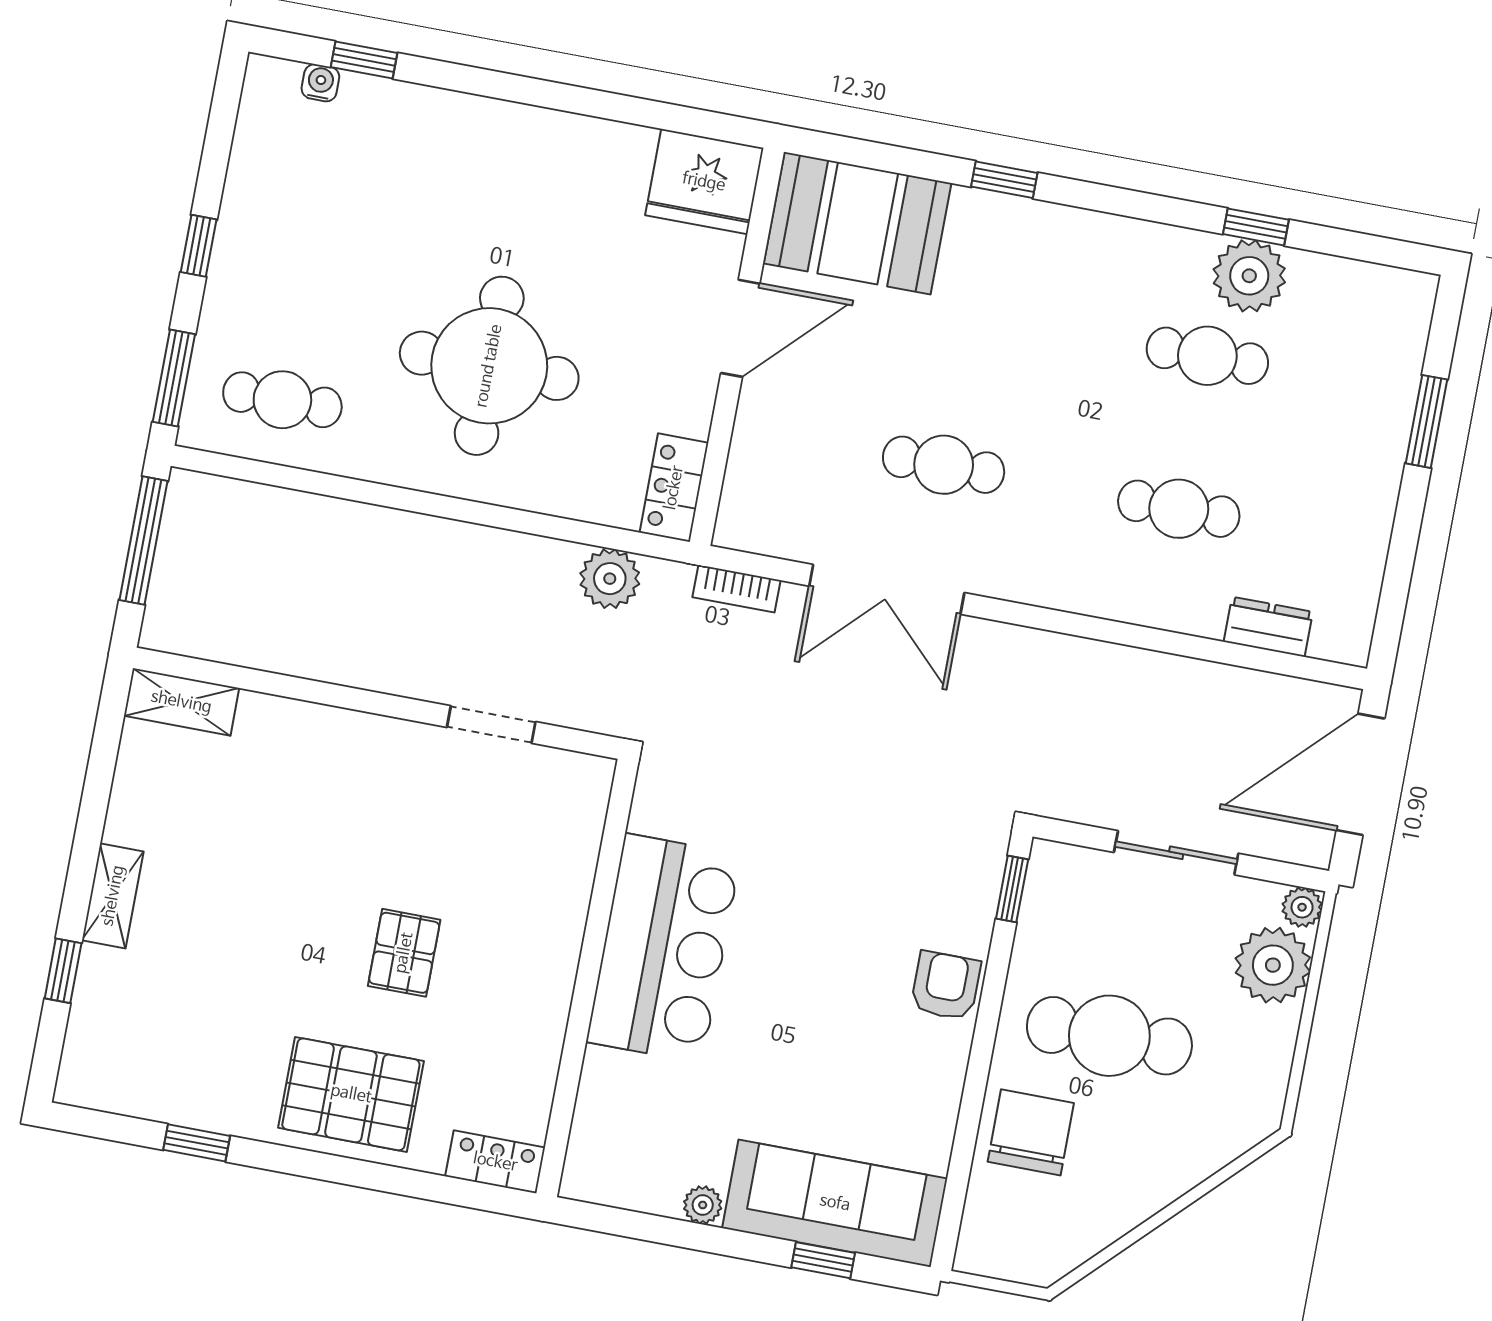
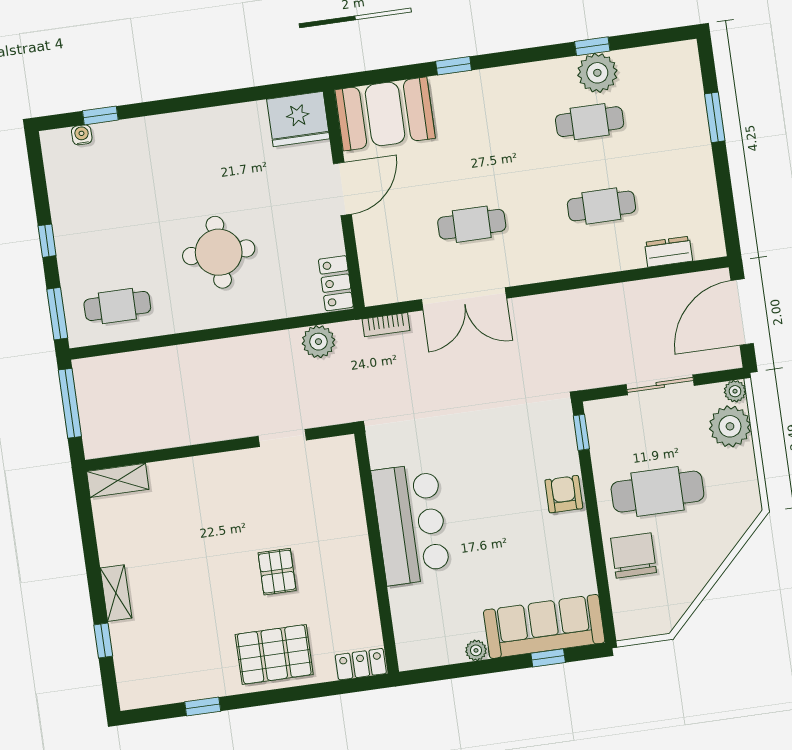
round table: (489, 366) -> (219, 252), width x0.73, depth x0.73

